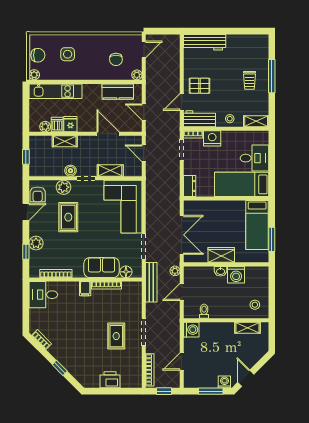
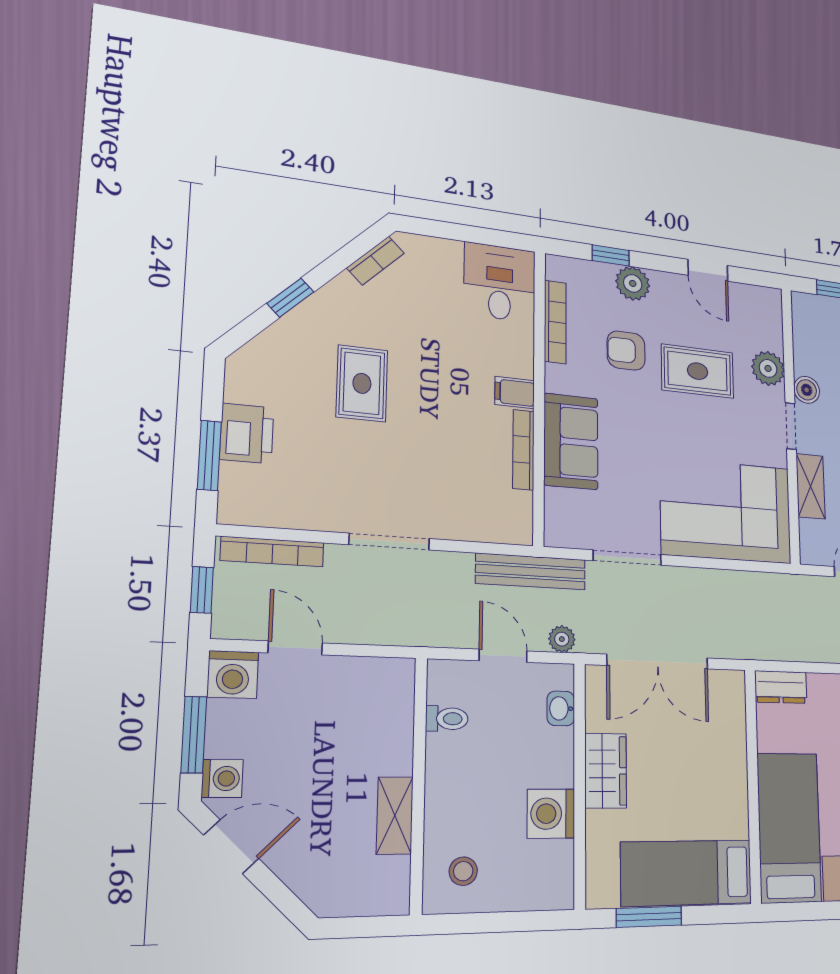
armchair: (38, 194) -> (626, 351), moved
washbasin: (221, 271) -> (561, 708), moved
floor lamp: (126, 272) -> (560, 505), removed
shelving: (248, 328) -> (395, 816), moved
washing machine: (191, 330) -> (233, 675), moved
rug: (116, 336) -> (362, 383), moved, turned 90
window: (119, 391) -> (209, 455), added

